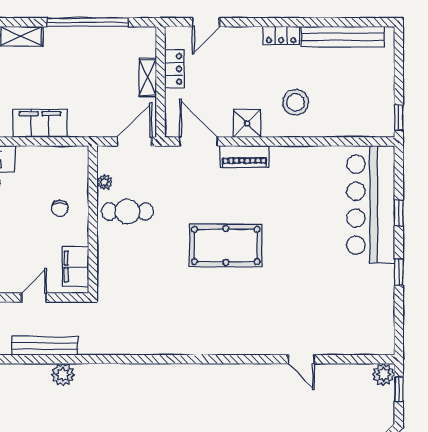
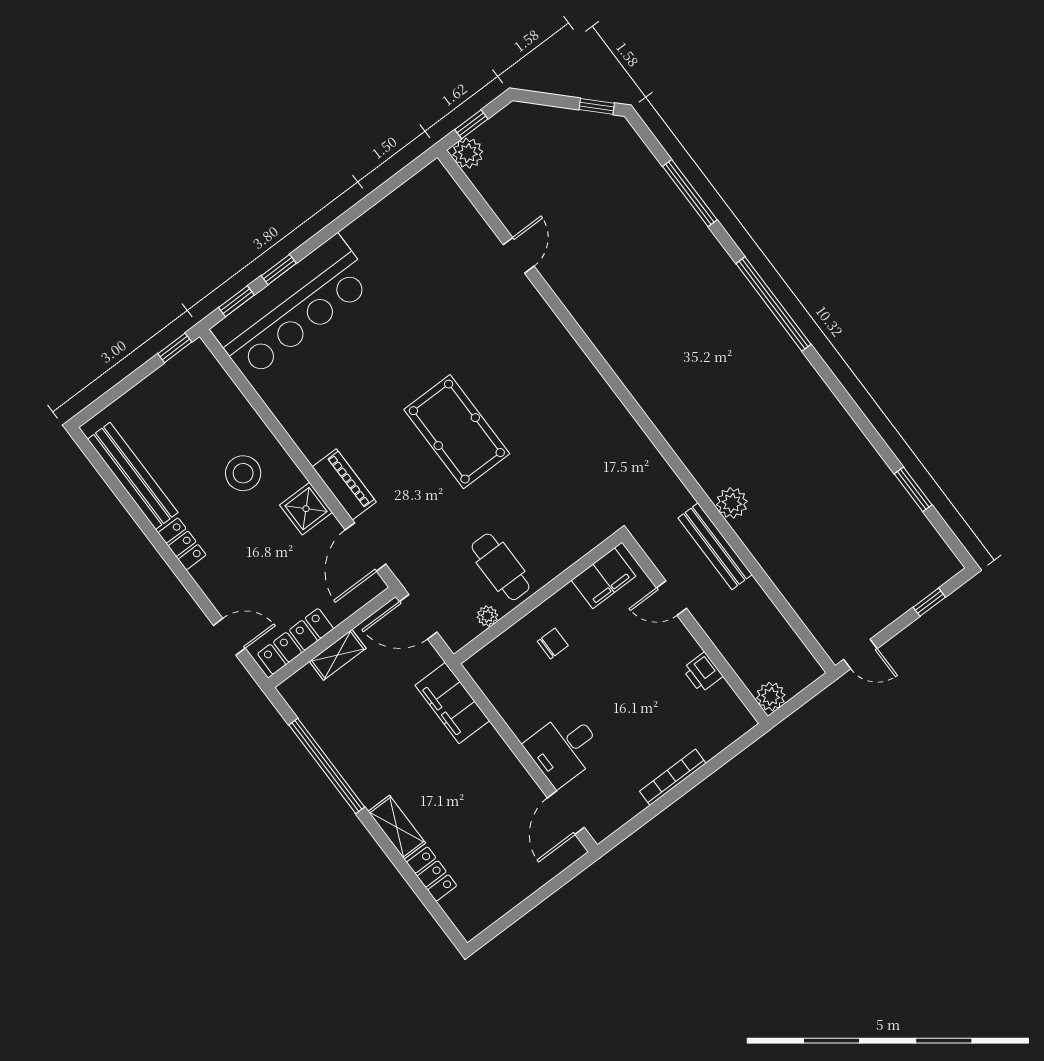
locker: (174, 69) -> (295, 641), width x1.53
filing cabinet: (40, 123) -> (452, 703), moved
window: (399, 272) -> (236, 301), moved

